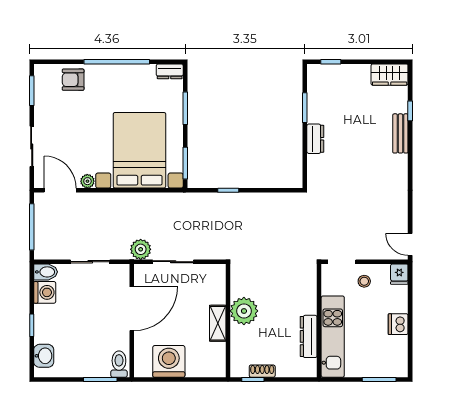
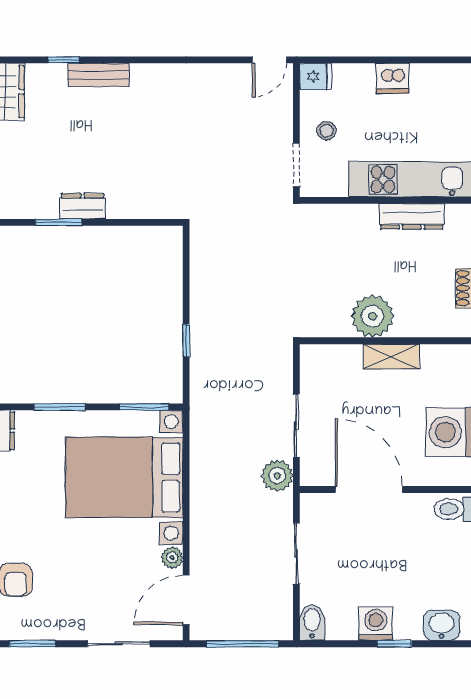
dresser: (315, 139) -> (82, 206), moved
washing machine: (45, 292) -> (376, 624), moved

